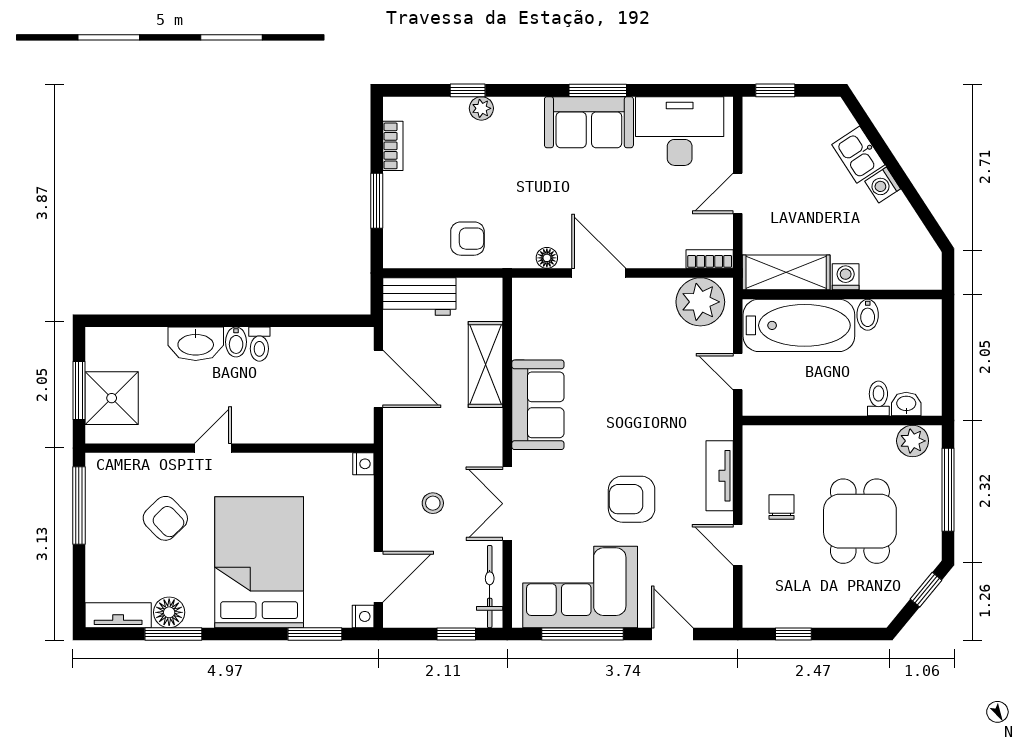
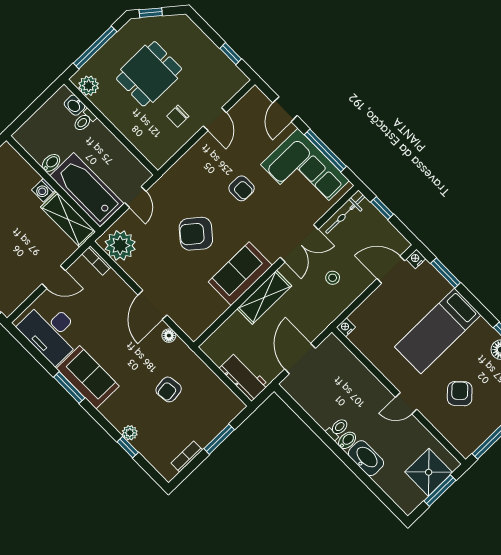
armchair: (467, 239) -> (169, 389), moved, turned -97
shelving: (486, 364) -> (264, 297), moved
armchair: (631, 399) -> (196, 234), added
tv unit: (720, 476) -> (191, 159), removed
armchair: (632, 499) -> (242, 188), width x0.72, depth x0.72
bed: (259, 562) -> (438, 331), width x0.67

